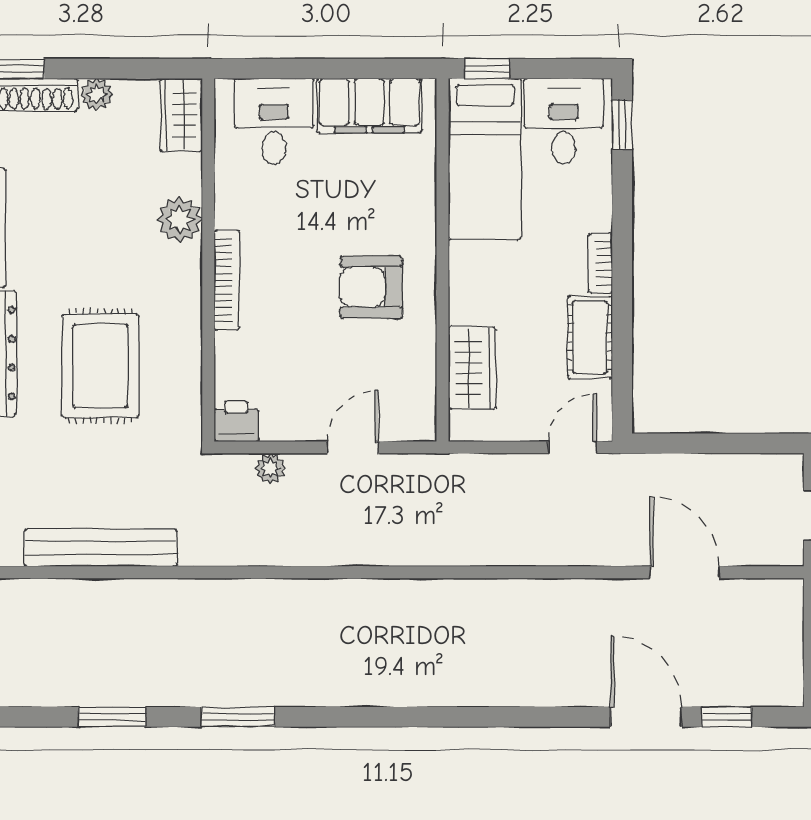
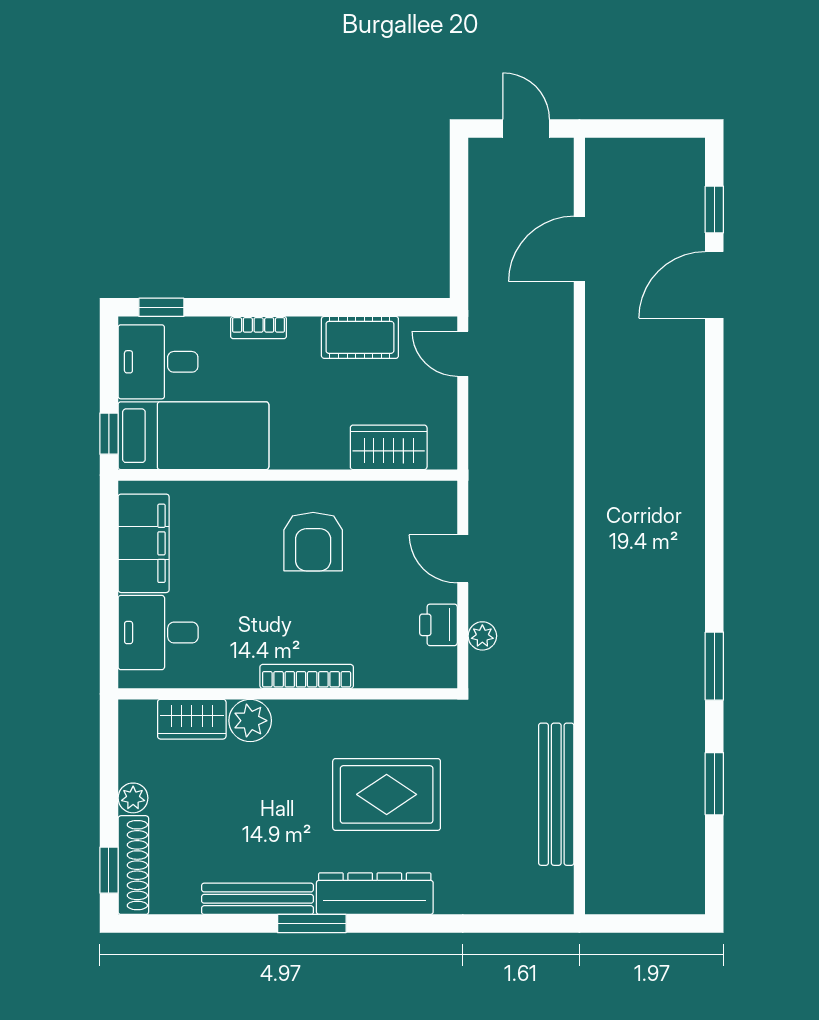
wardrobe: (181, 115) -> (192, 719), moved
bookcase: (600, 263) -> (259, 328), moved
printer: (236, 421) -> (438, 625), moved

